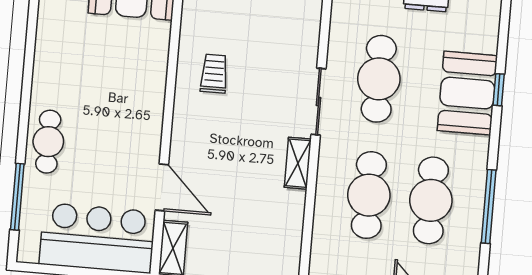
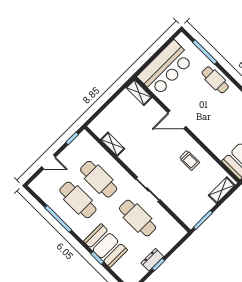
shelving: (298, 163) -> (113, 144), moved
door: (162, 187) -> (177, 120), moved

